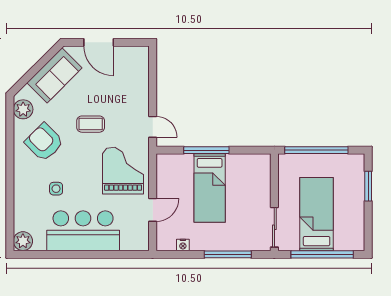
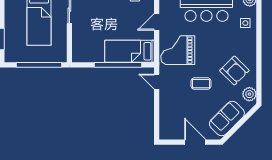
window: (206, 150) -> (118, 65), width x1.46
grand piano: (123, 171) -> (178, 50), turned 90
bed: (210, 188) -> (129, 51), moved, turned -90
side table: (56, 189) -> (245, 23), moved

